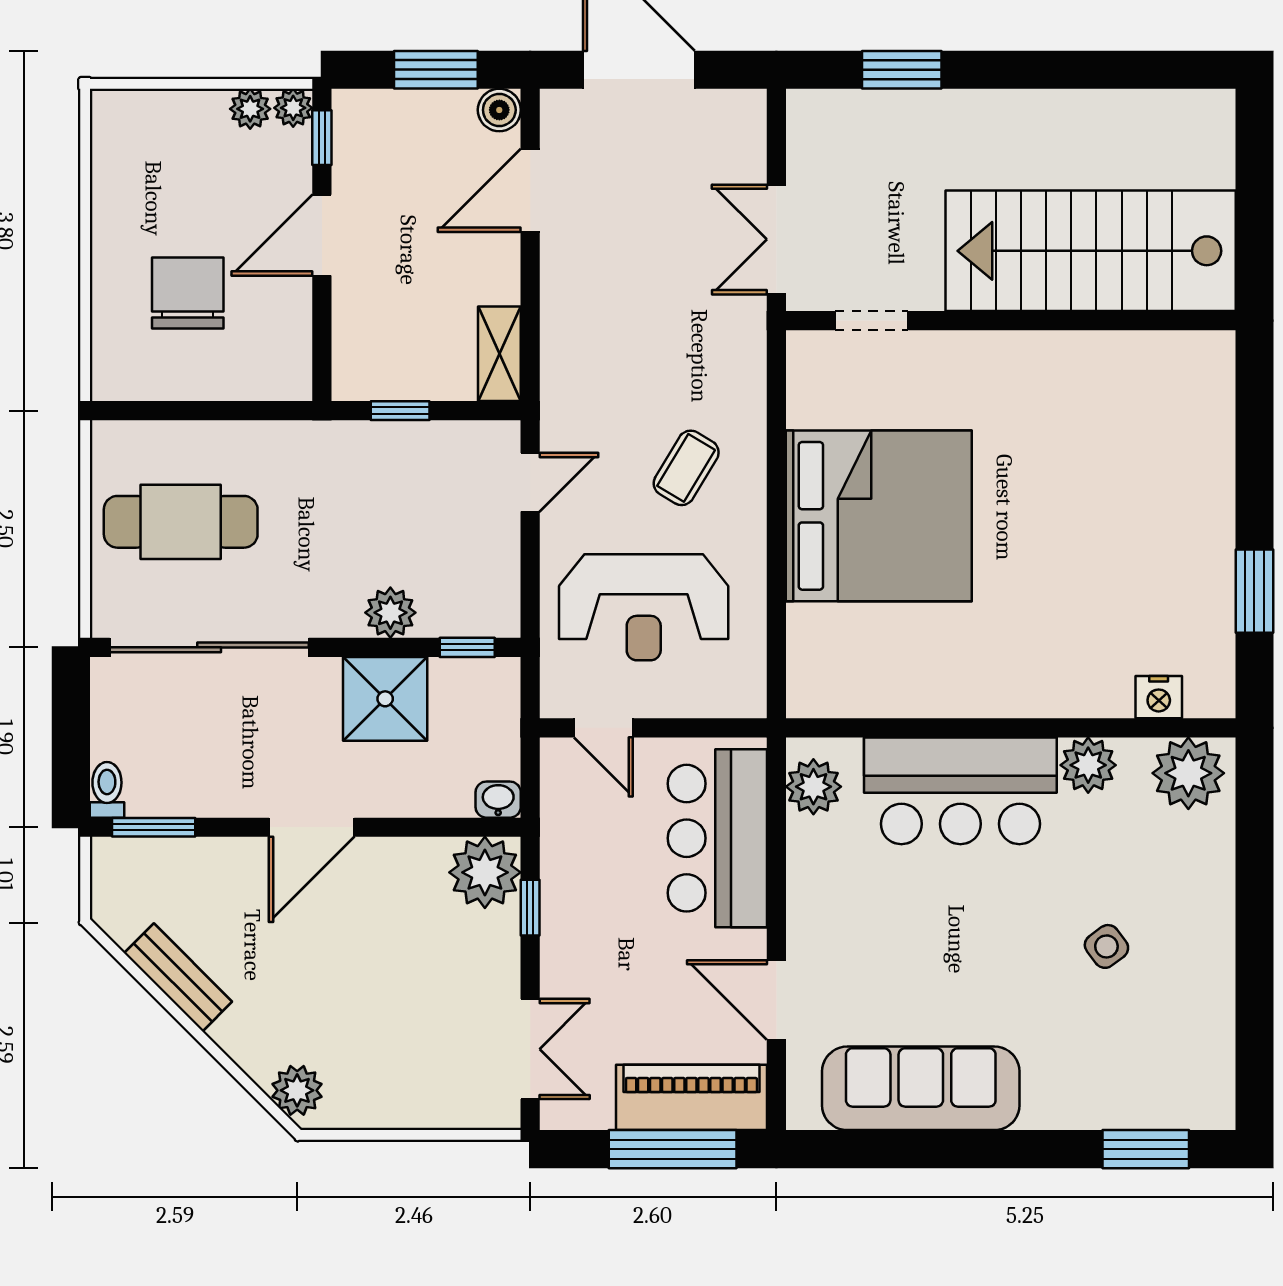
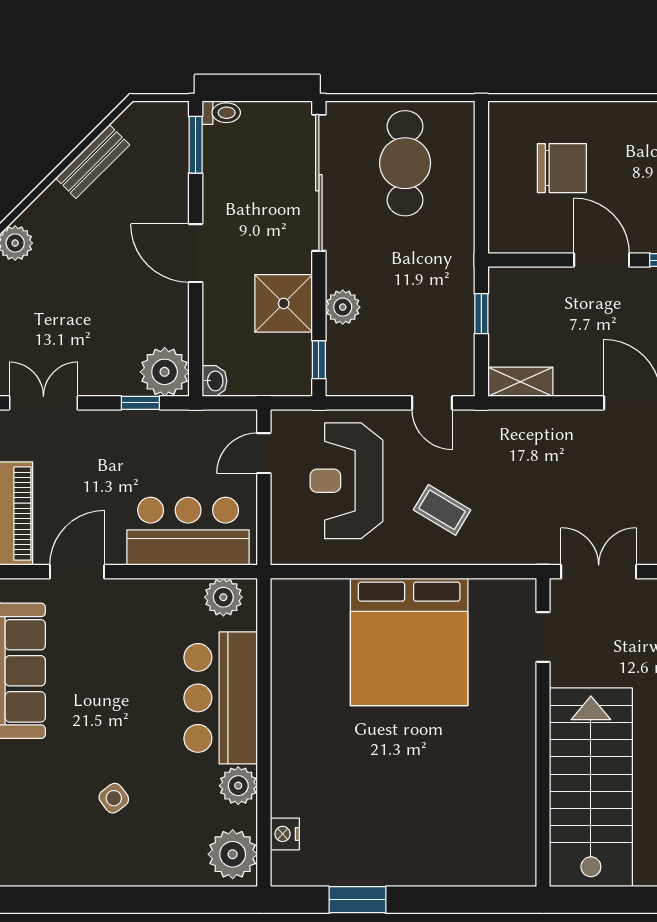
double door: (530, 1049) -> (43, 403), swing flipped

